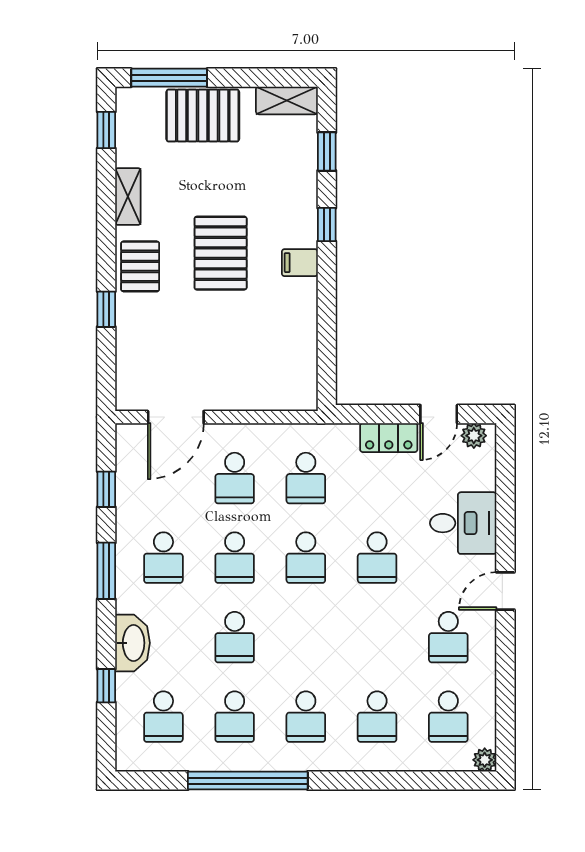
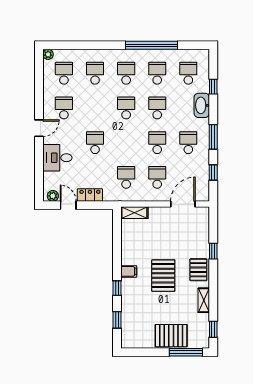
shelving: (287, 100) -> (134, 213), moved
door: (439, 414) -> (68, 205), hinge flipped
school desk: (306, 558) -> (126, 108), moved

